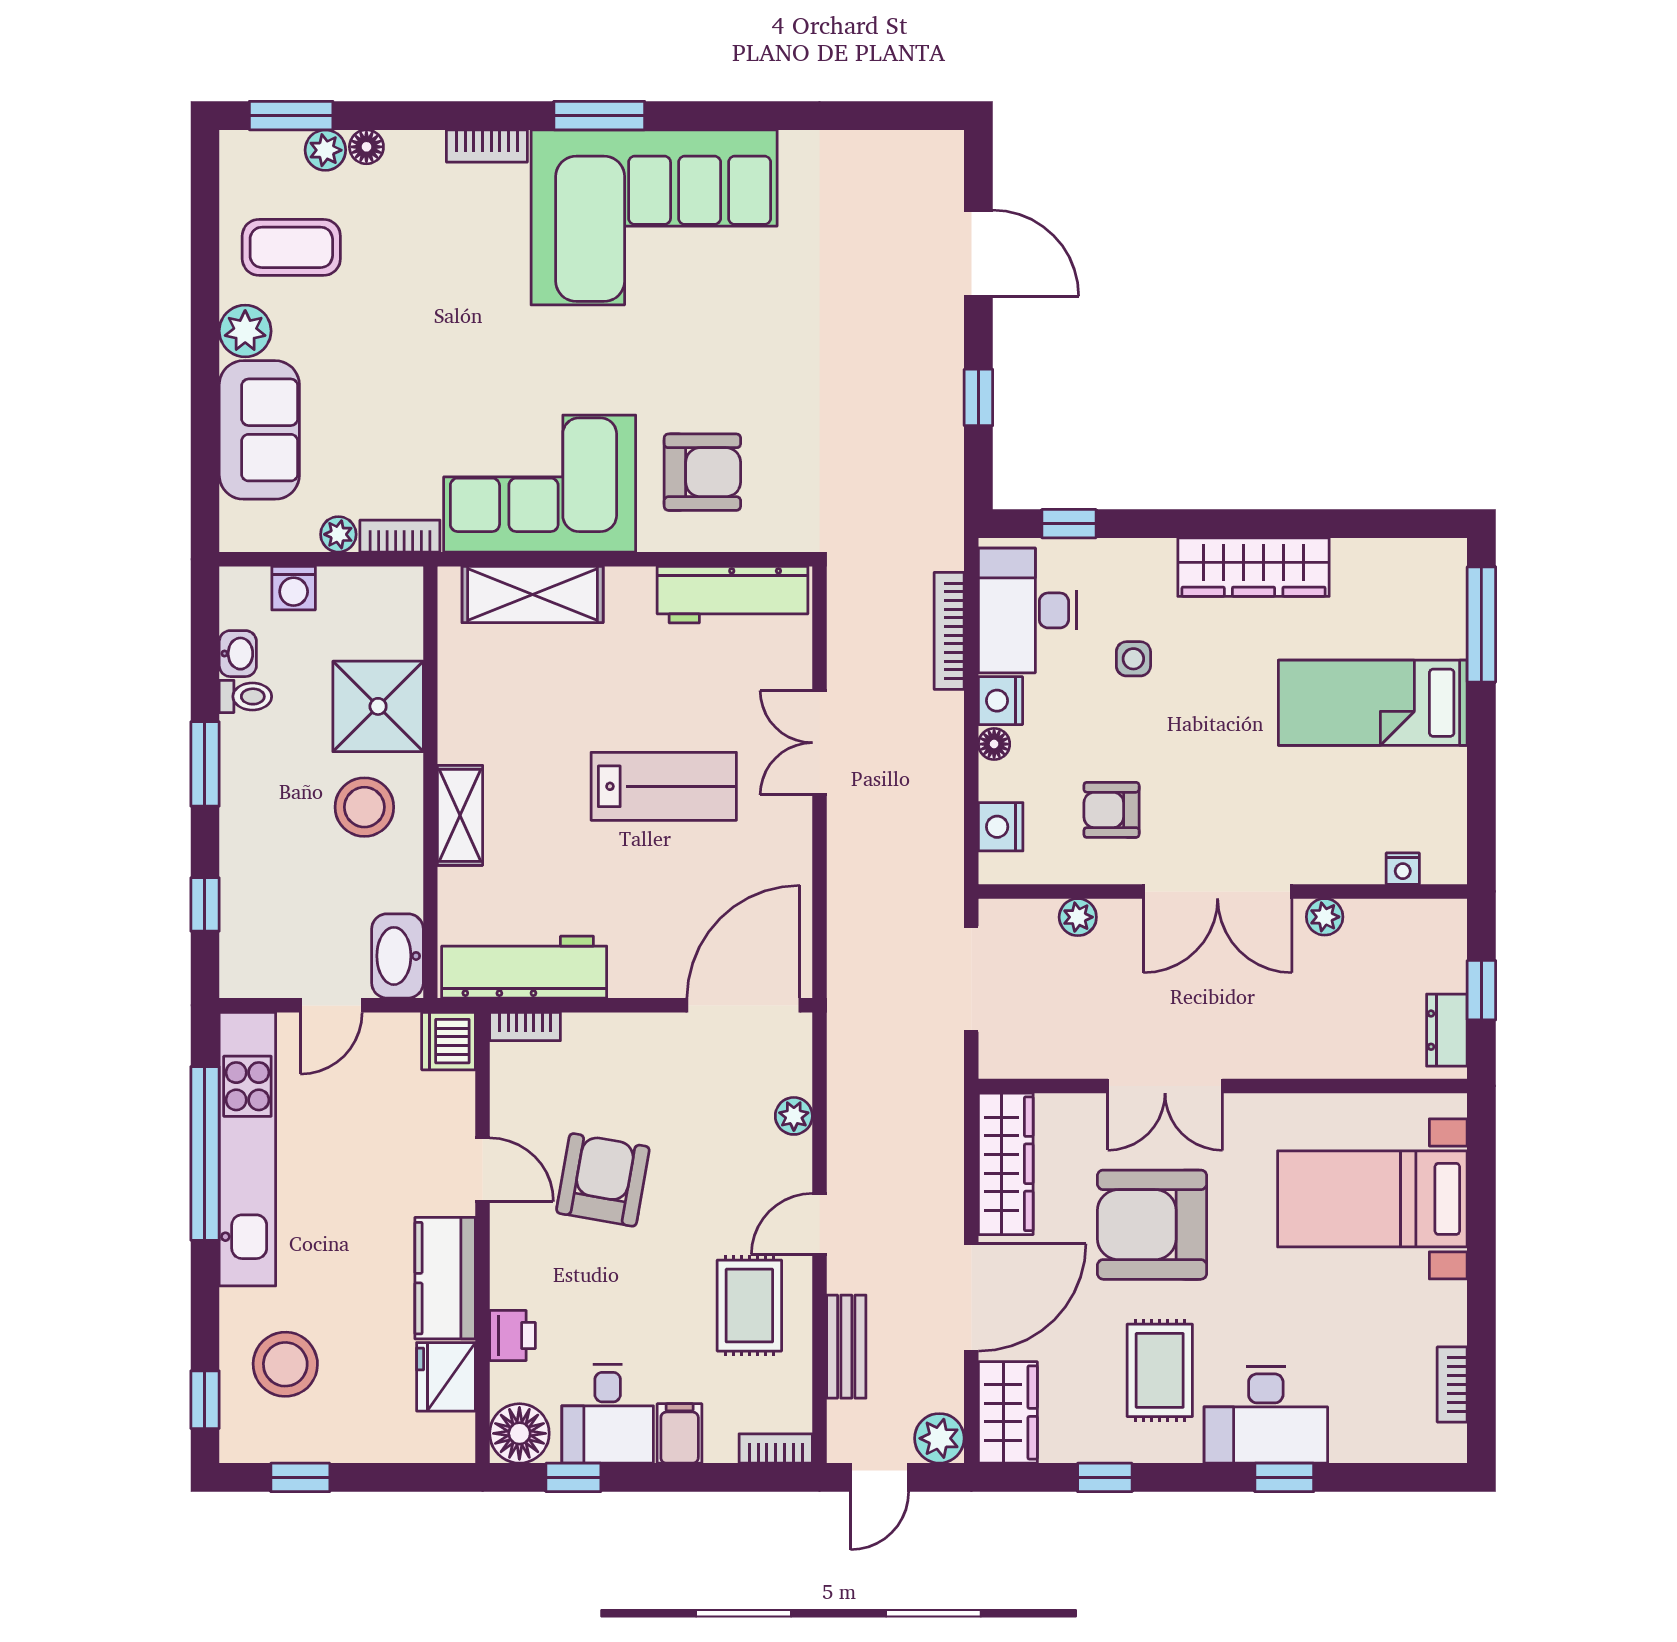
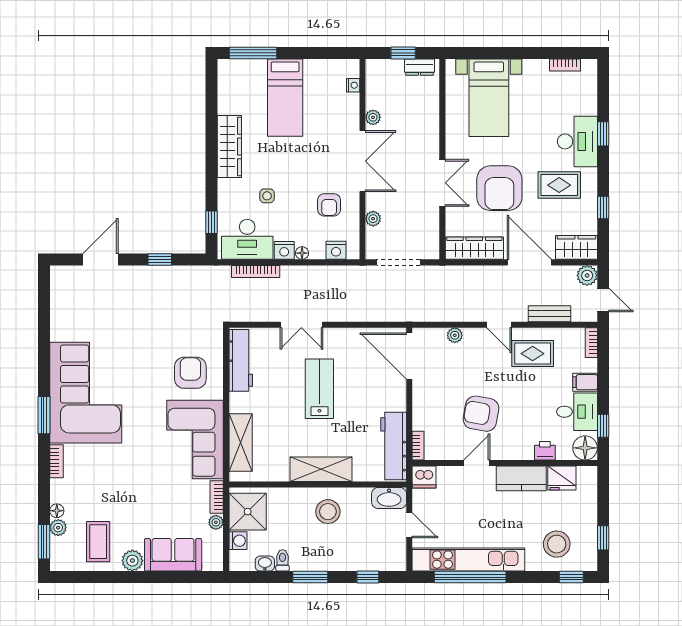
shower: (378, 706) -> (248, 512), moved
shelving: (460, 815) -> (321, 469), width x1.50, depth x1.33

